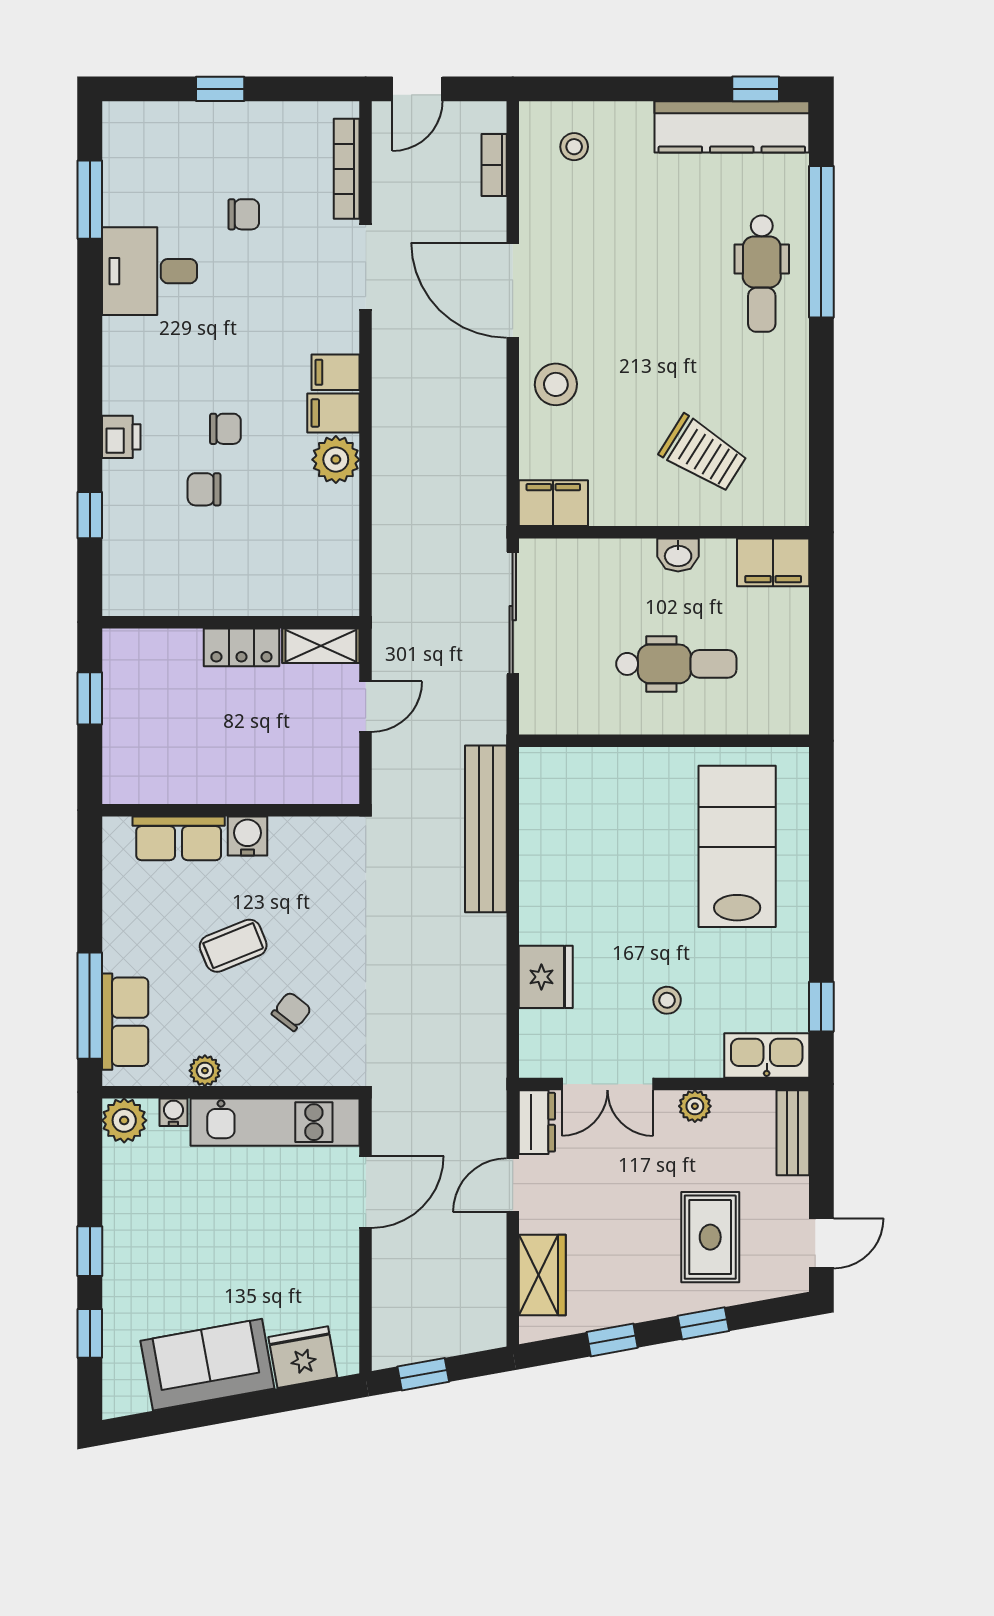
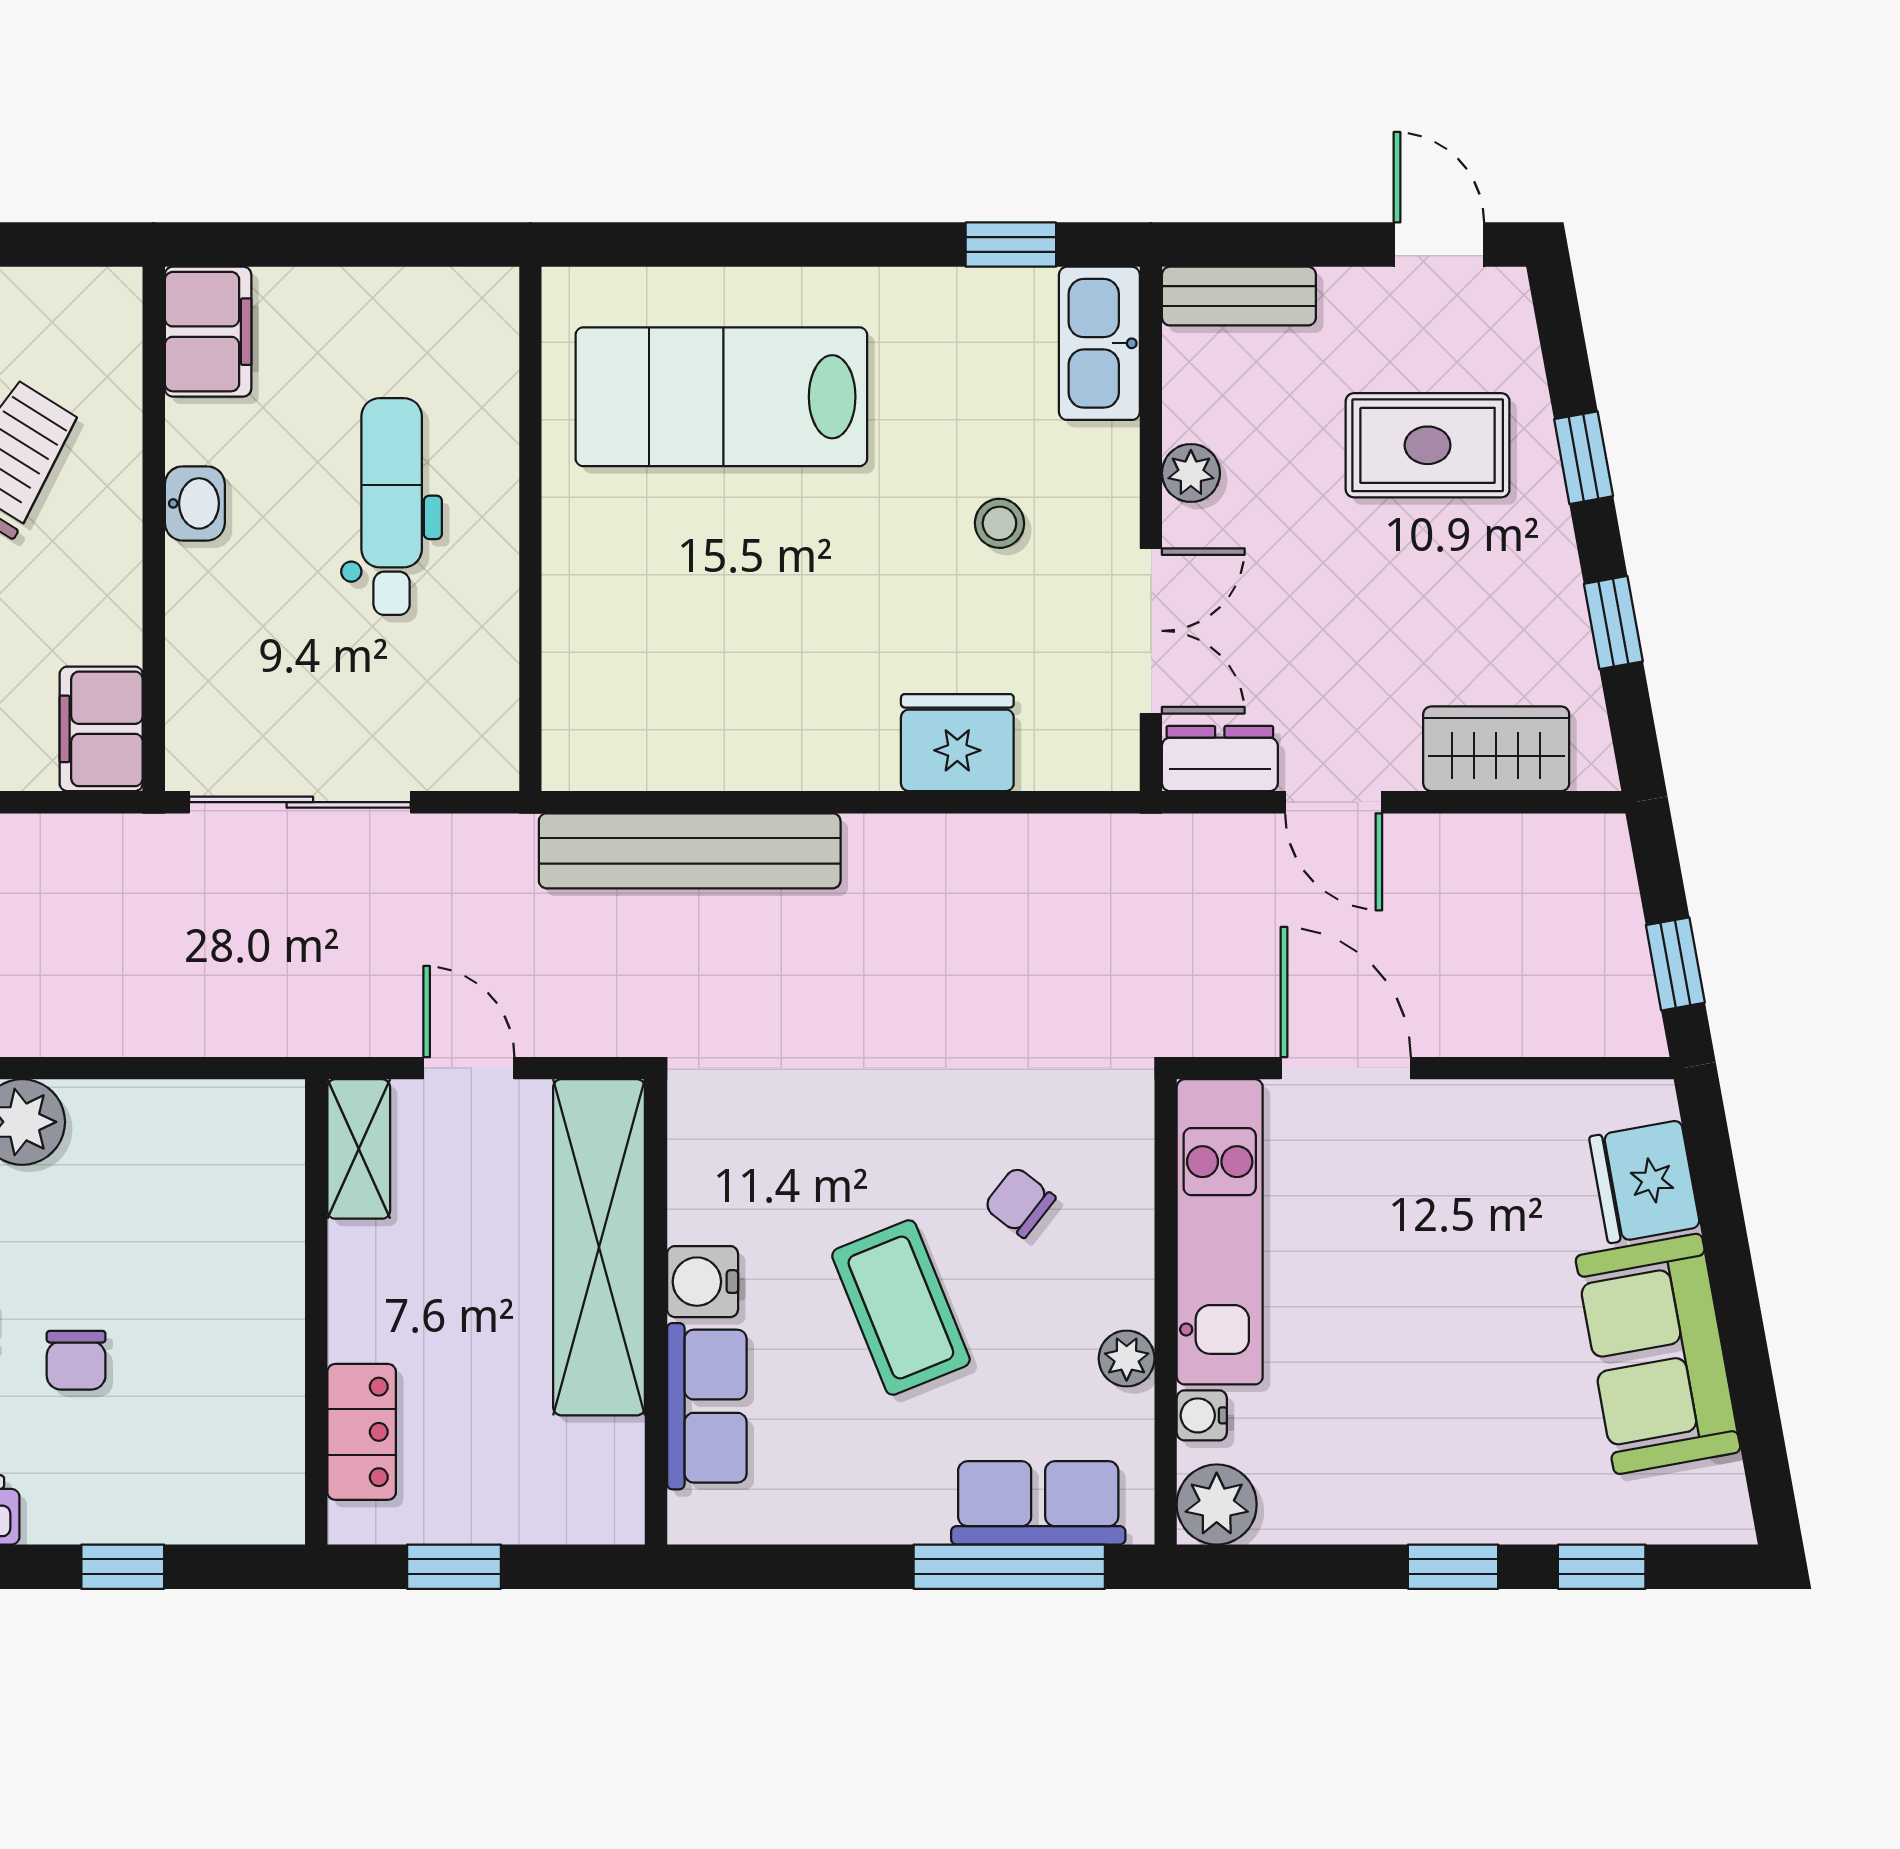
locker: (241, 647) -> (362, 1432), moved
shelving: (266, 779) -> (599, 1247), added
coffee table: (233, 946) -> (901, 1308), width x1.36, depth x1.30

